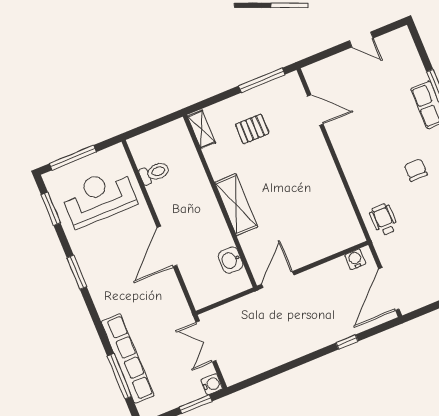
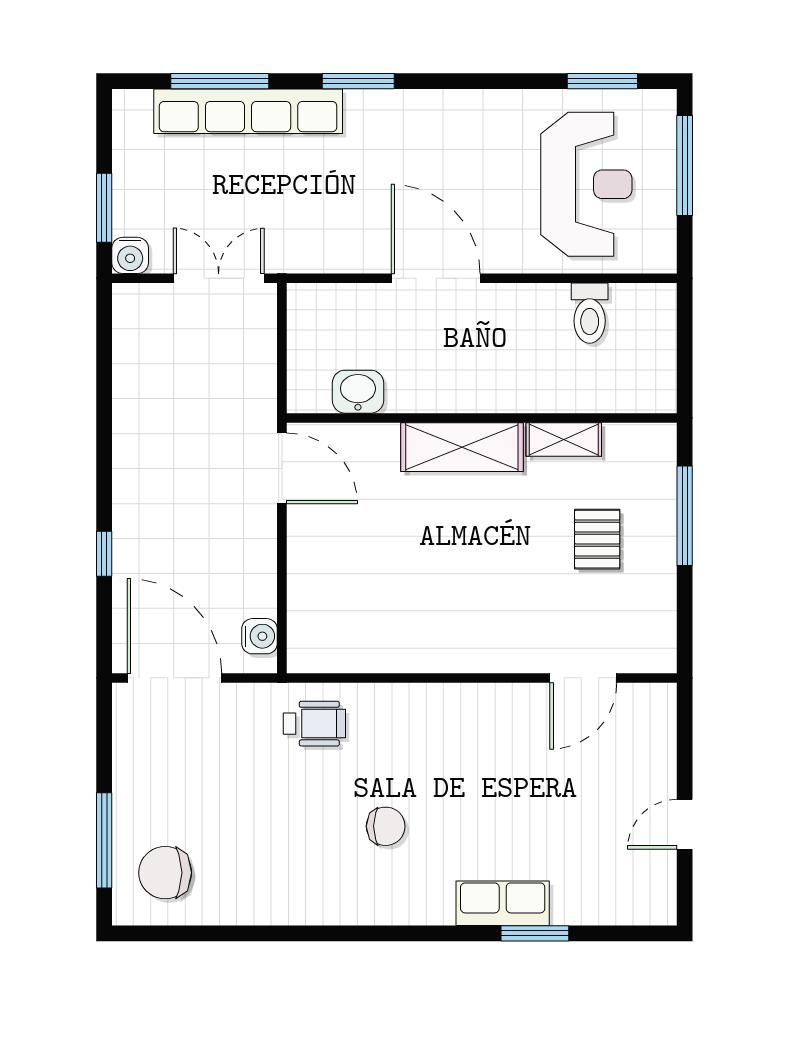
window: (262, 80) -> (685, 516), moved
shelving: (201, 129) -> (564, 440), moved
window: (77, 272) -> (358, 81), moved

